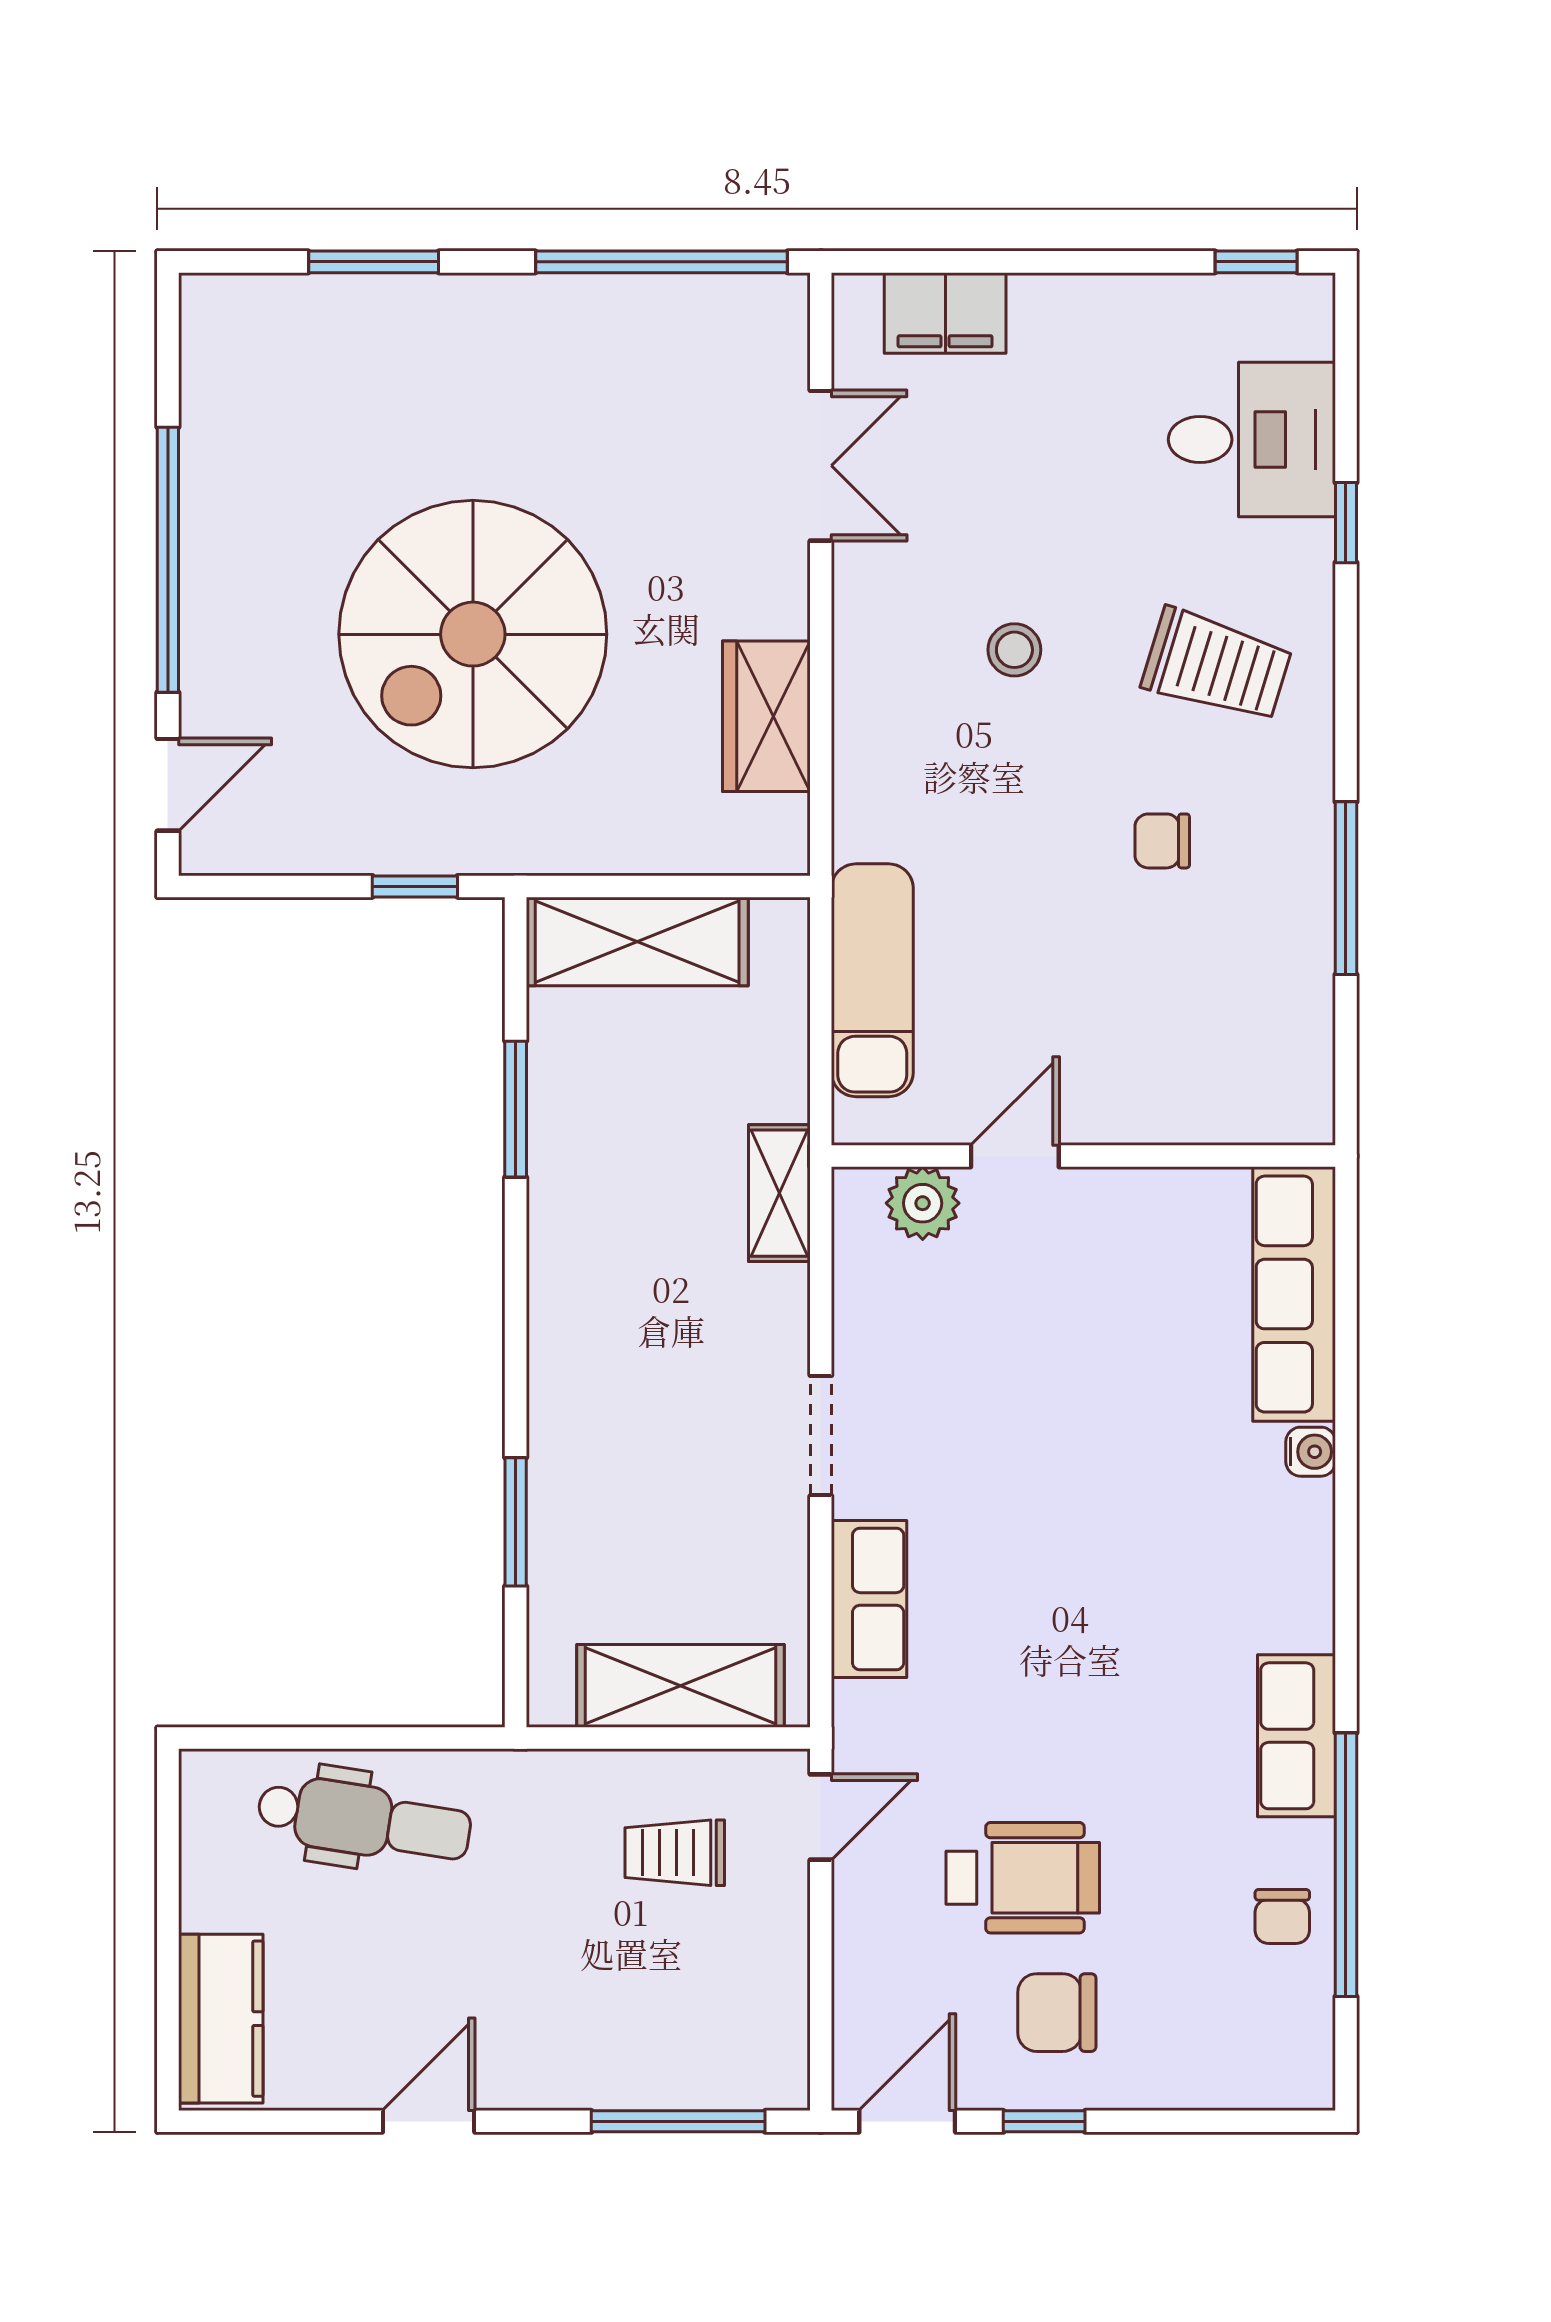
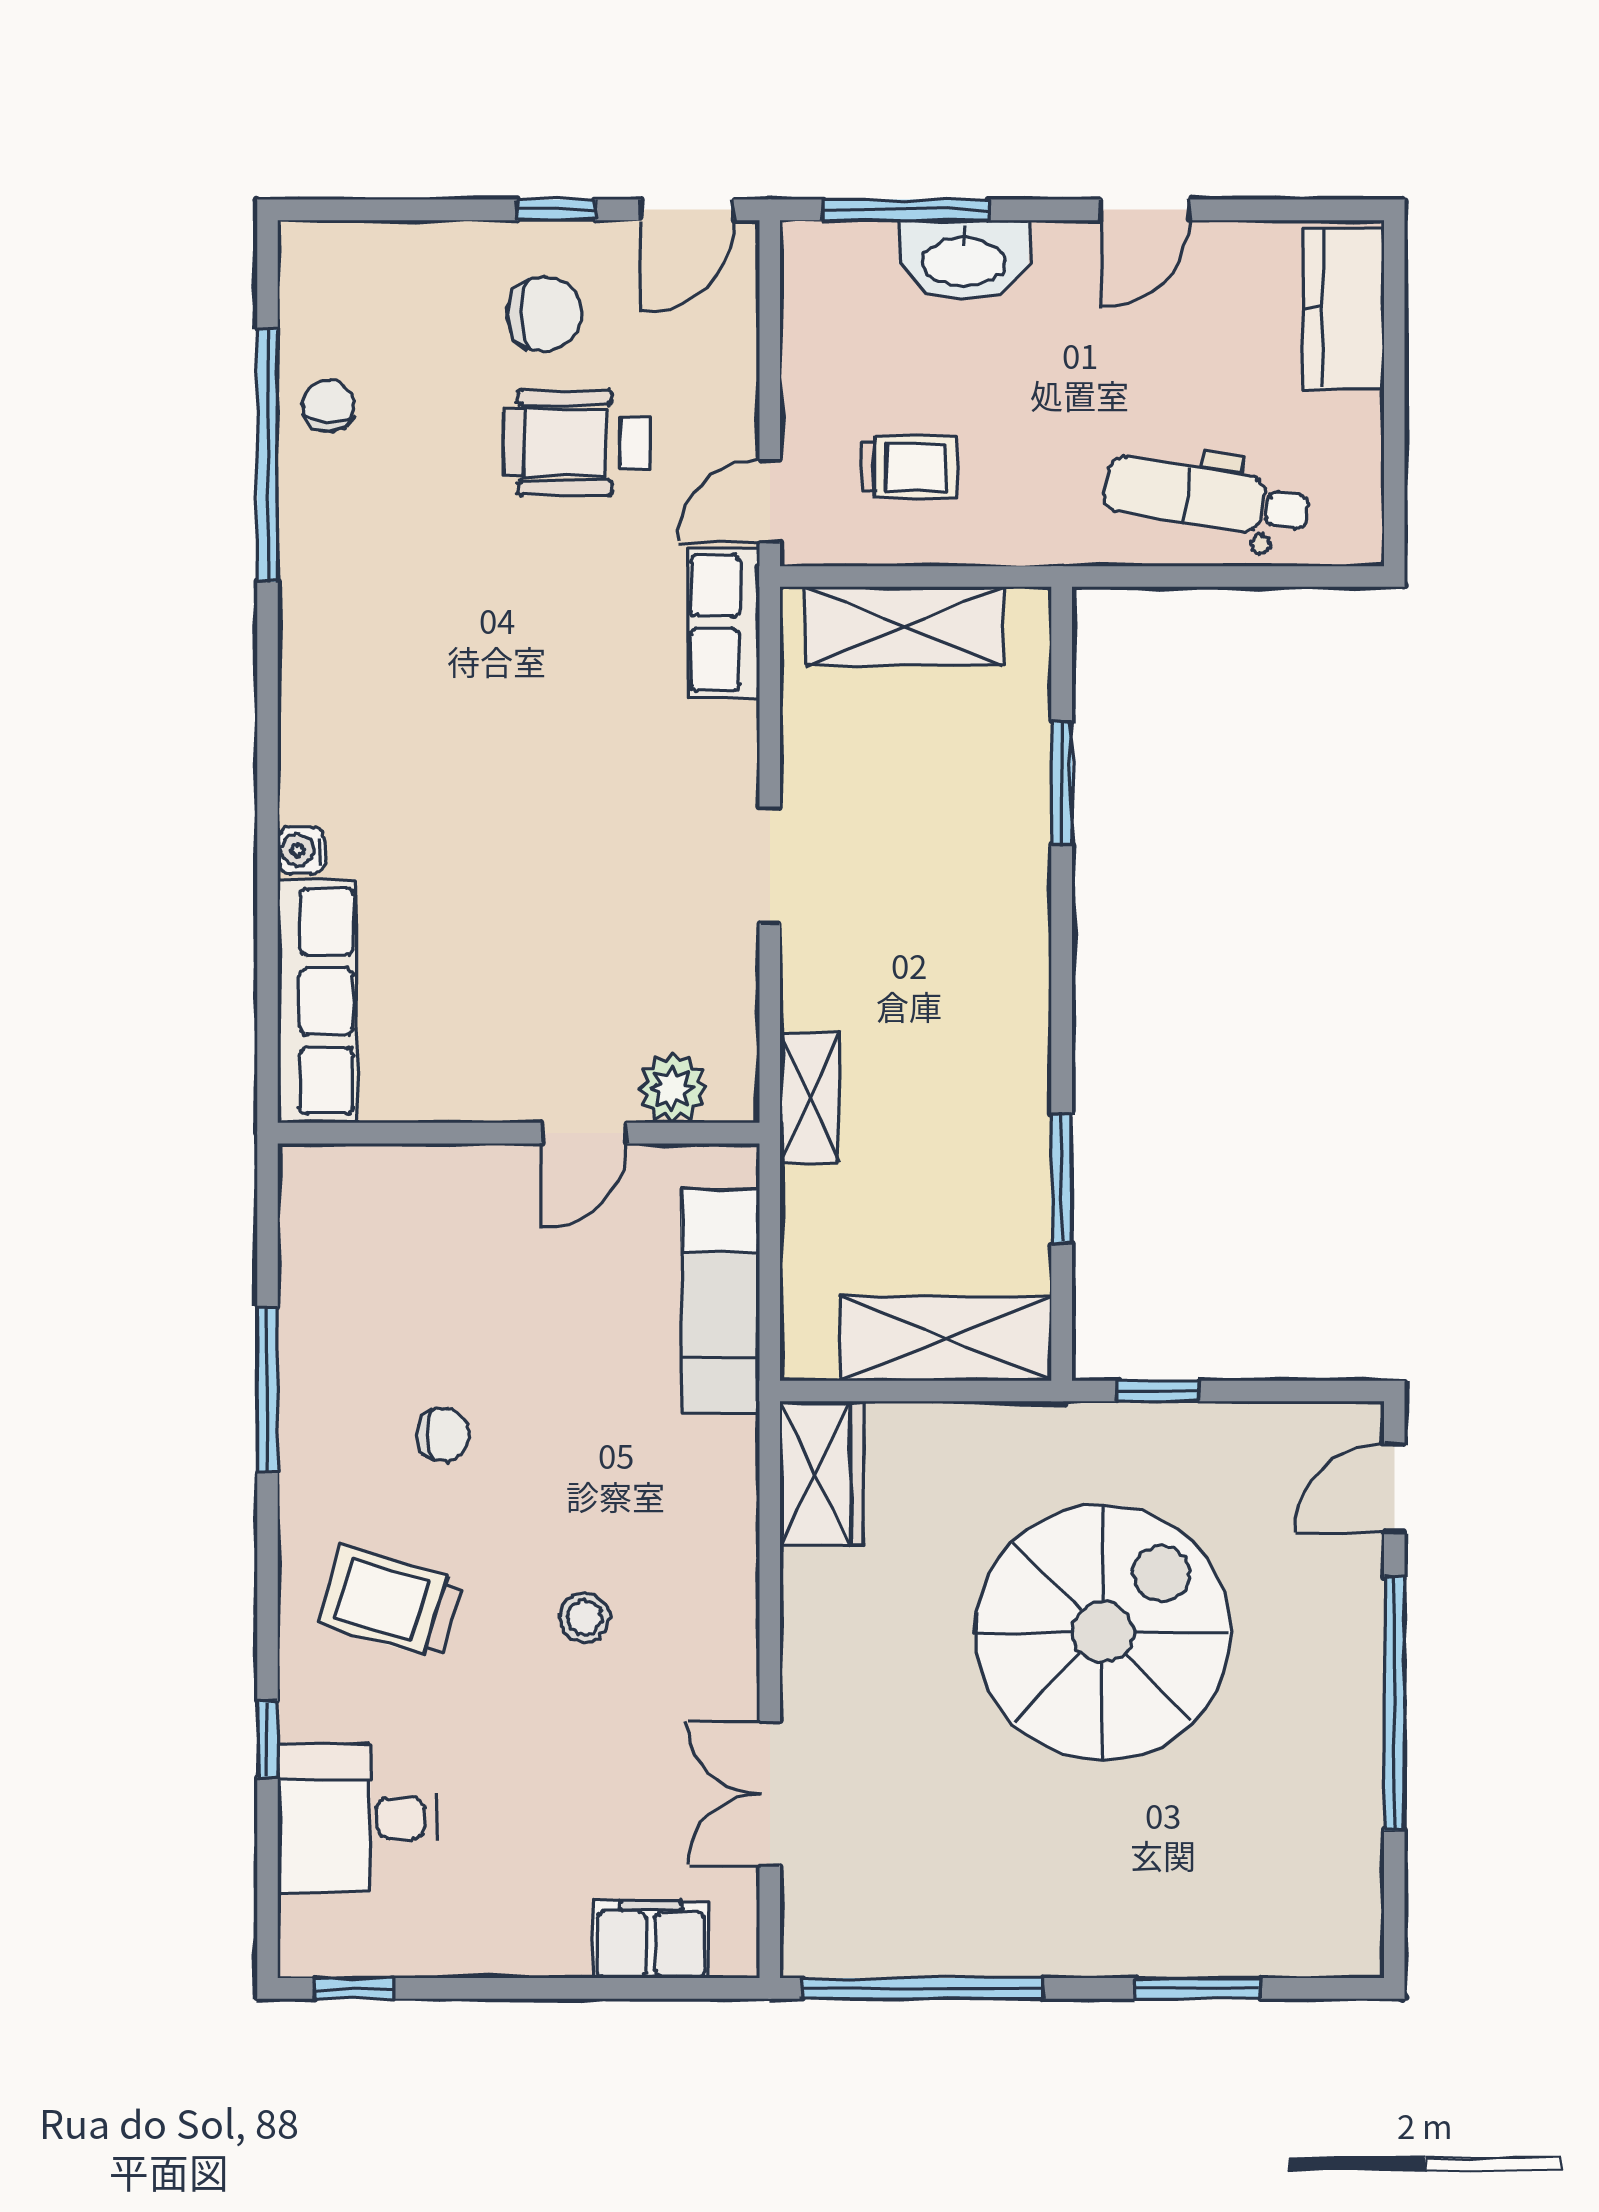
wardrobe: (766, 716) -> (822, 1473), moved
row of seats: (869, 1599) -> (724, 623), moved
row of seats: (1297, 1736) -> (315, 579), removed
washbasin: (618, 2069) -> (964, 260), added

